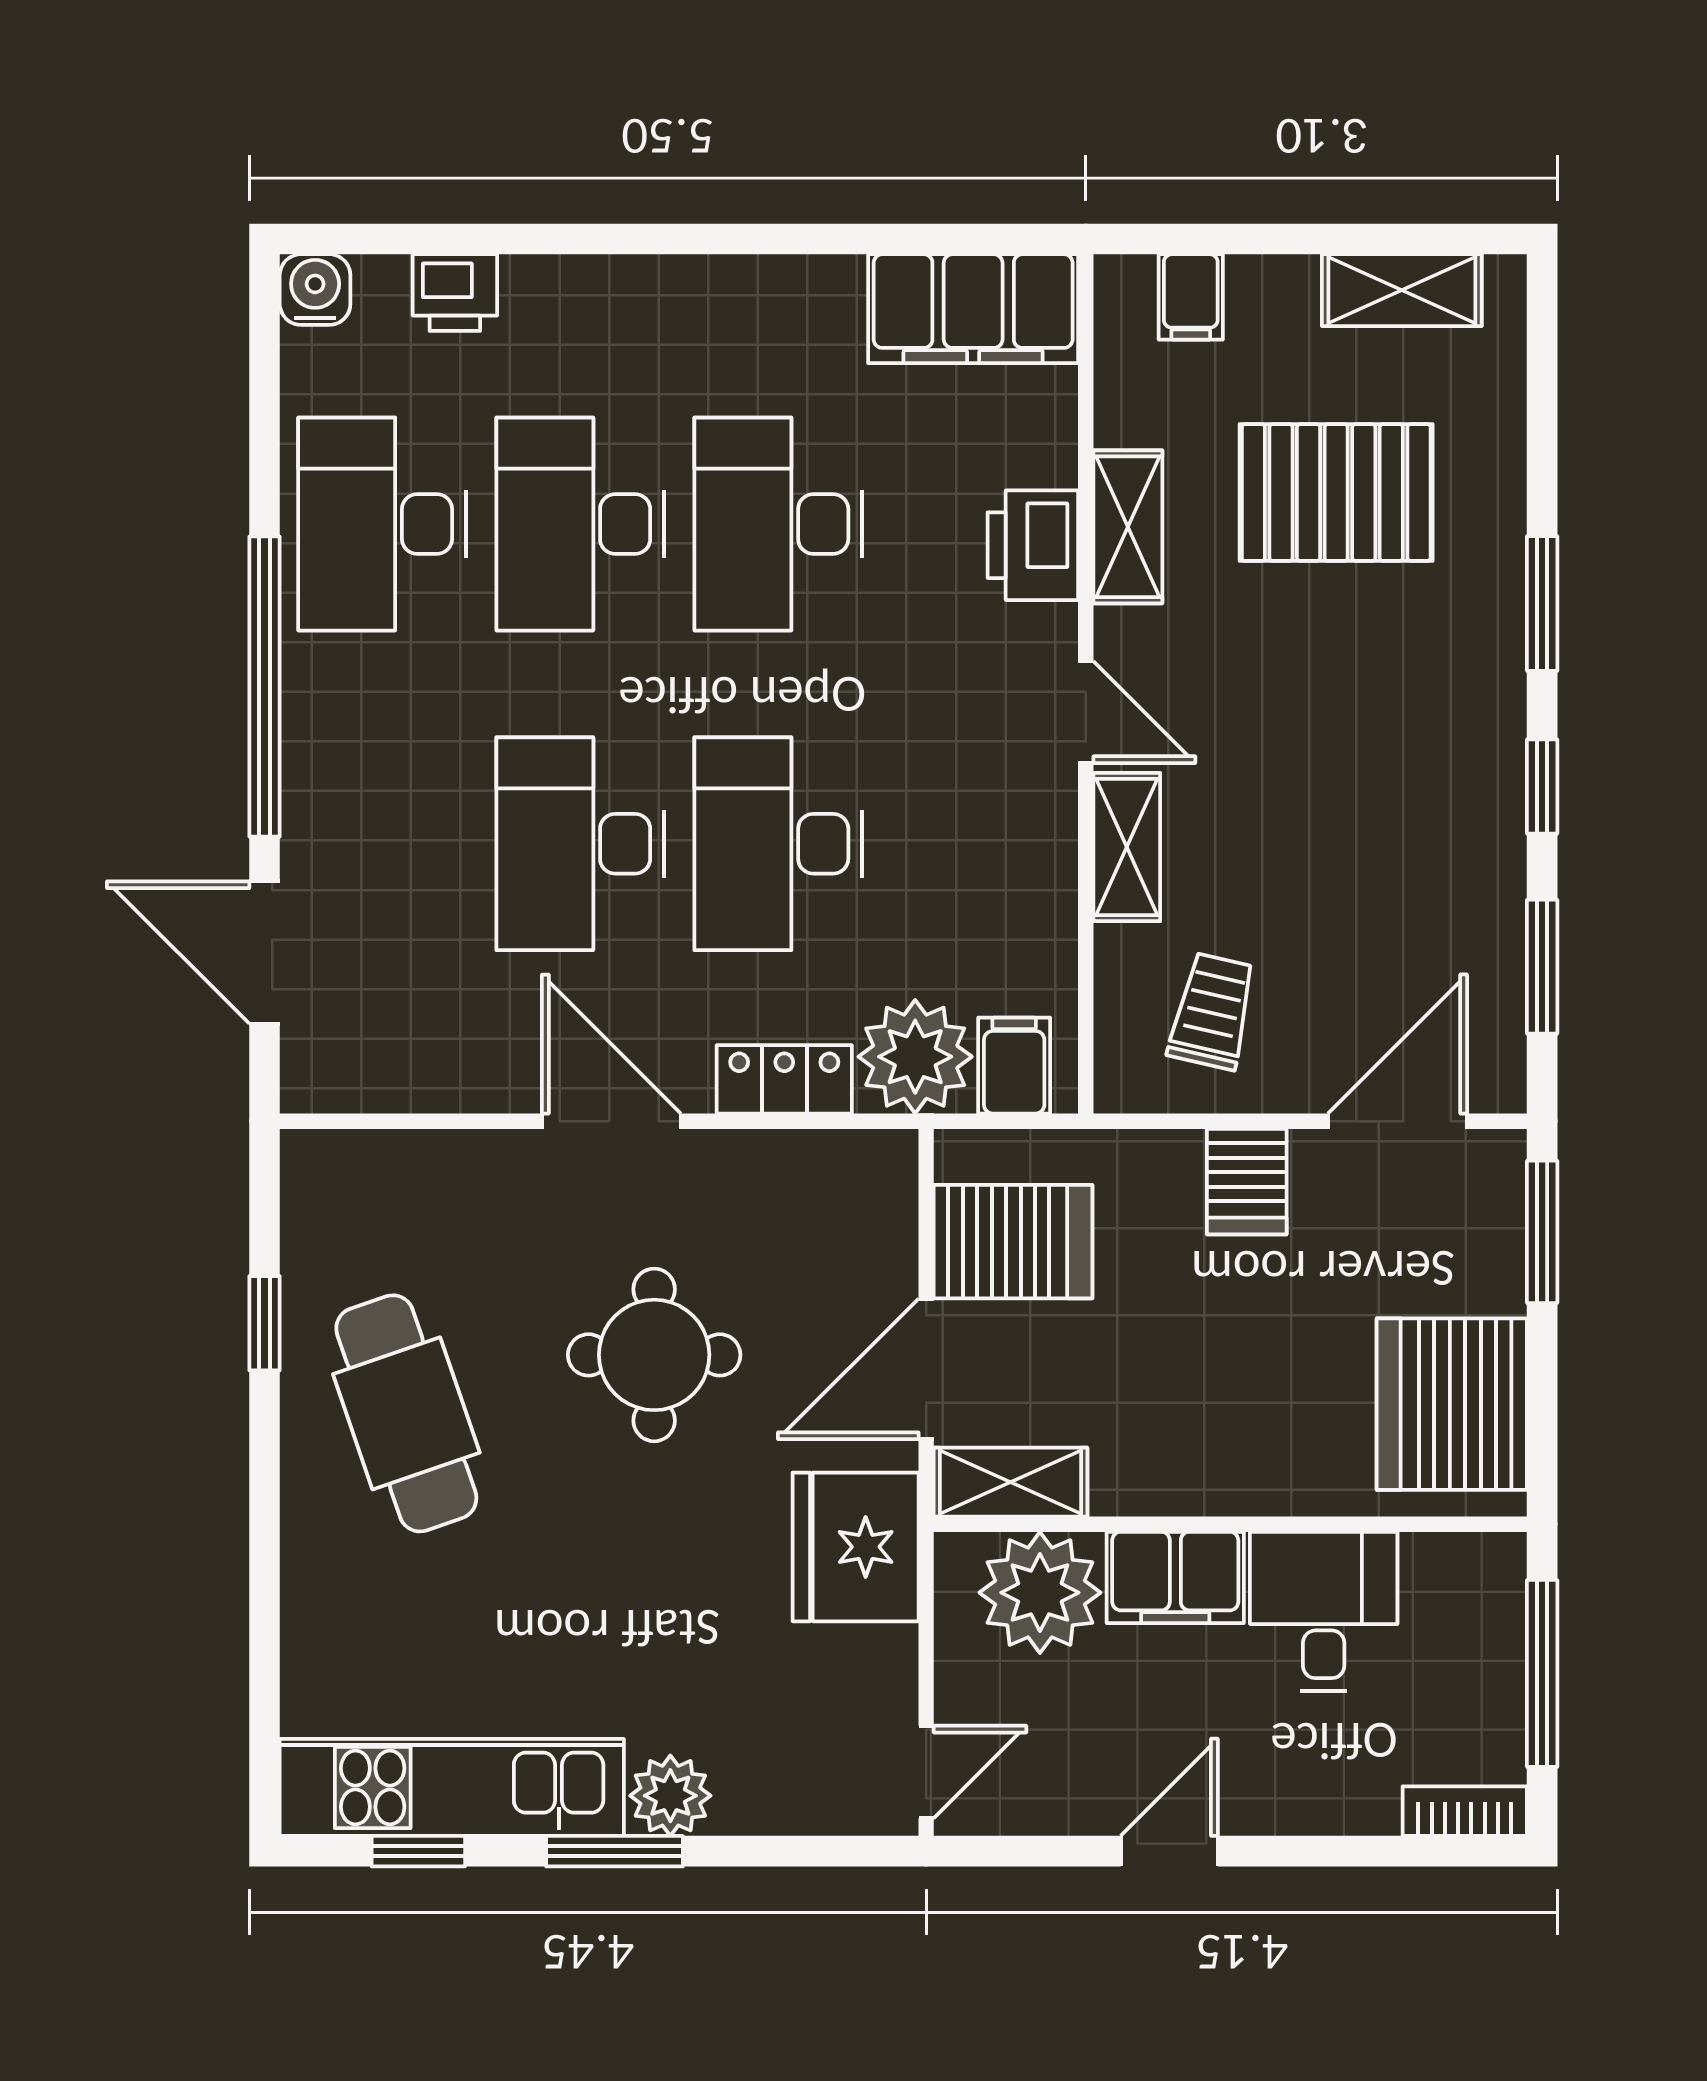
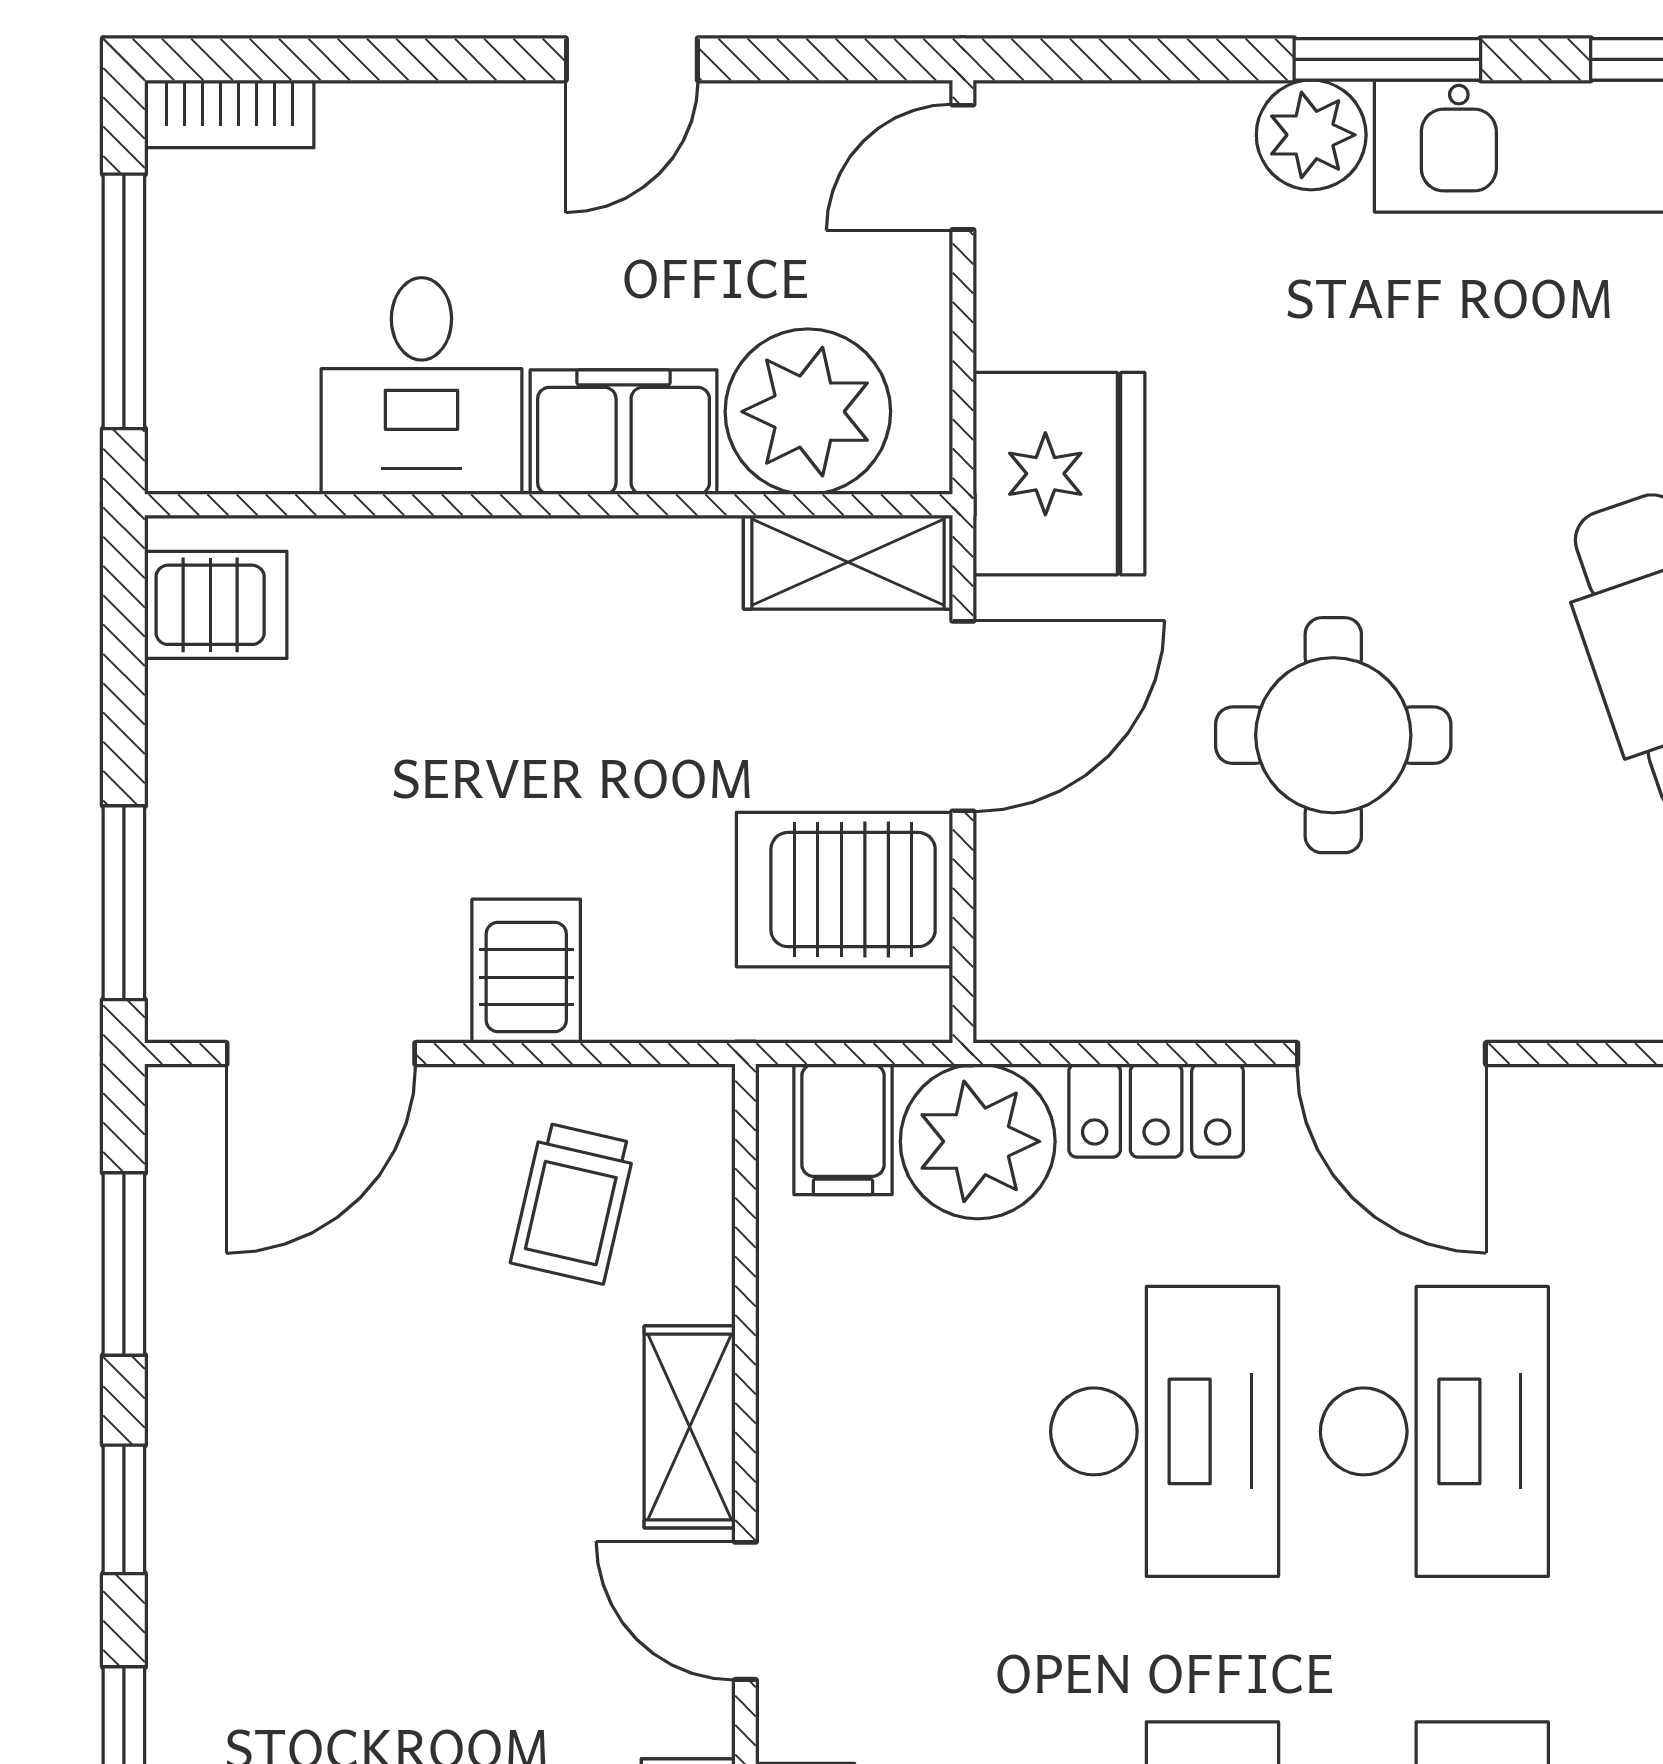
server rack: (1452, 1404) -> (216, 605), width x0.46, depth x0.70

